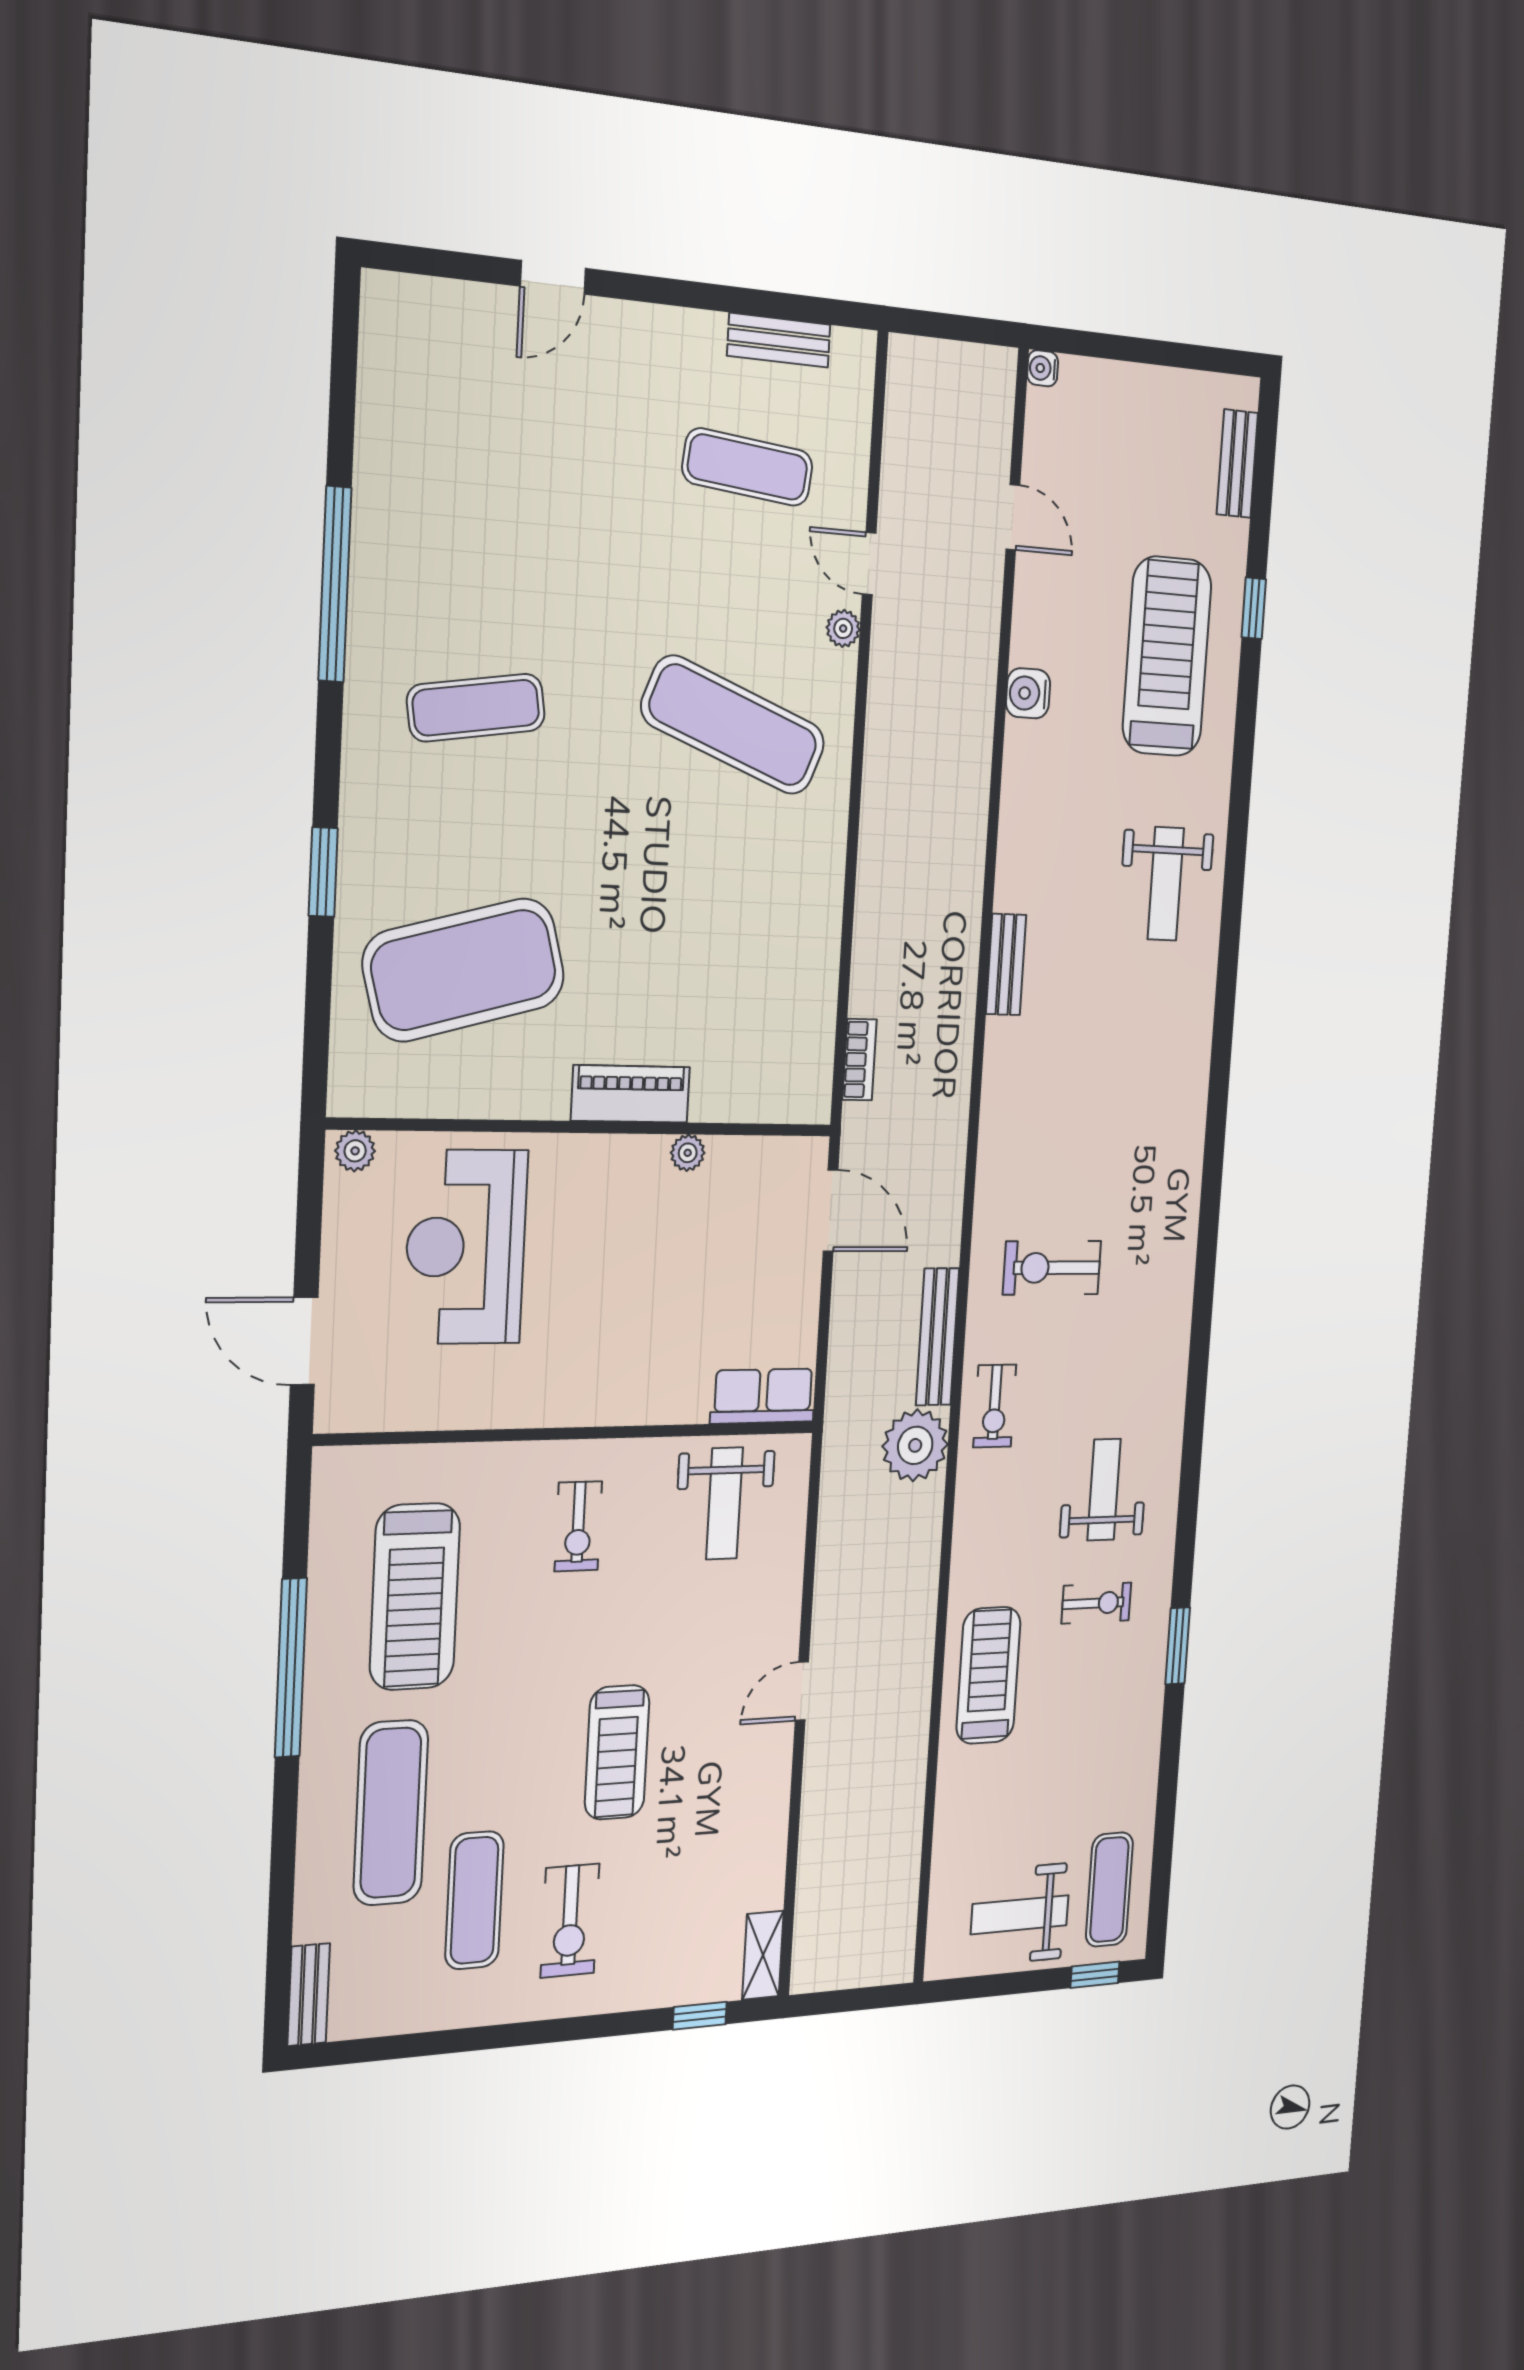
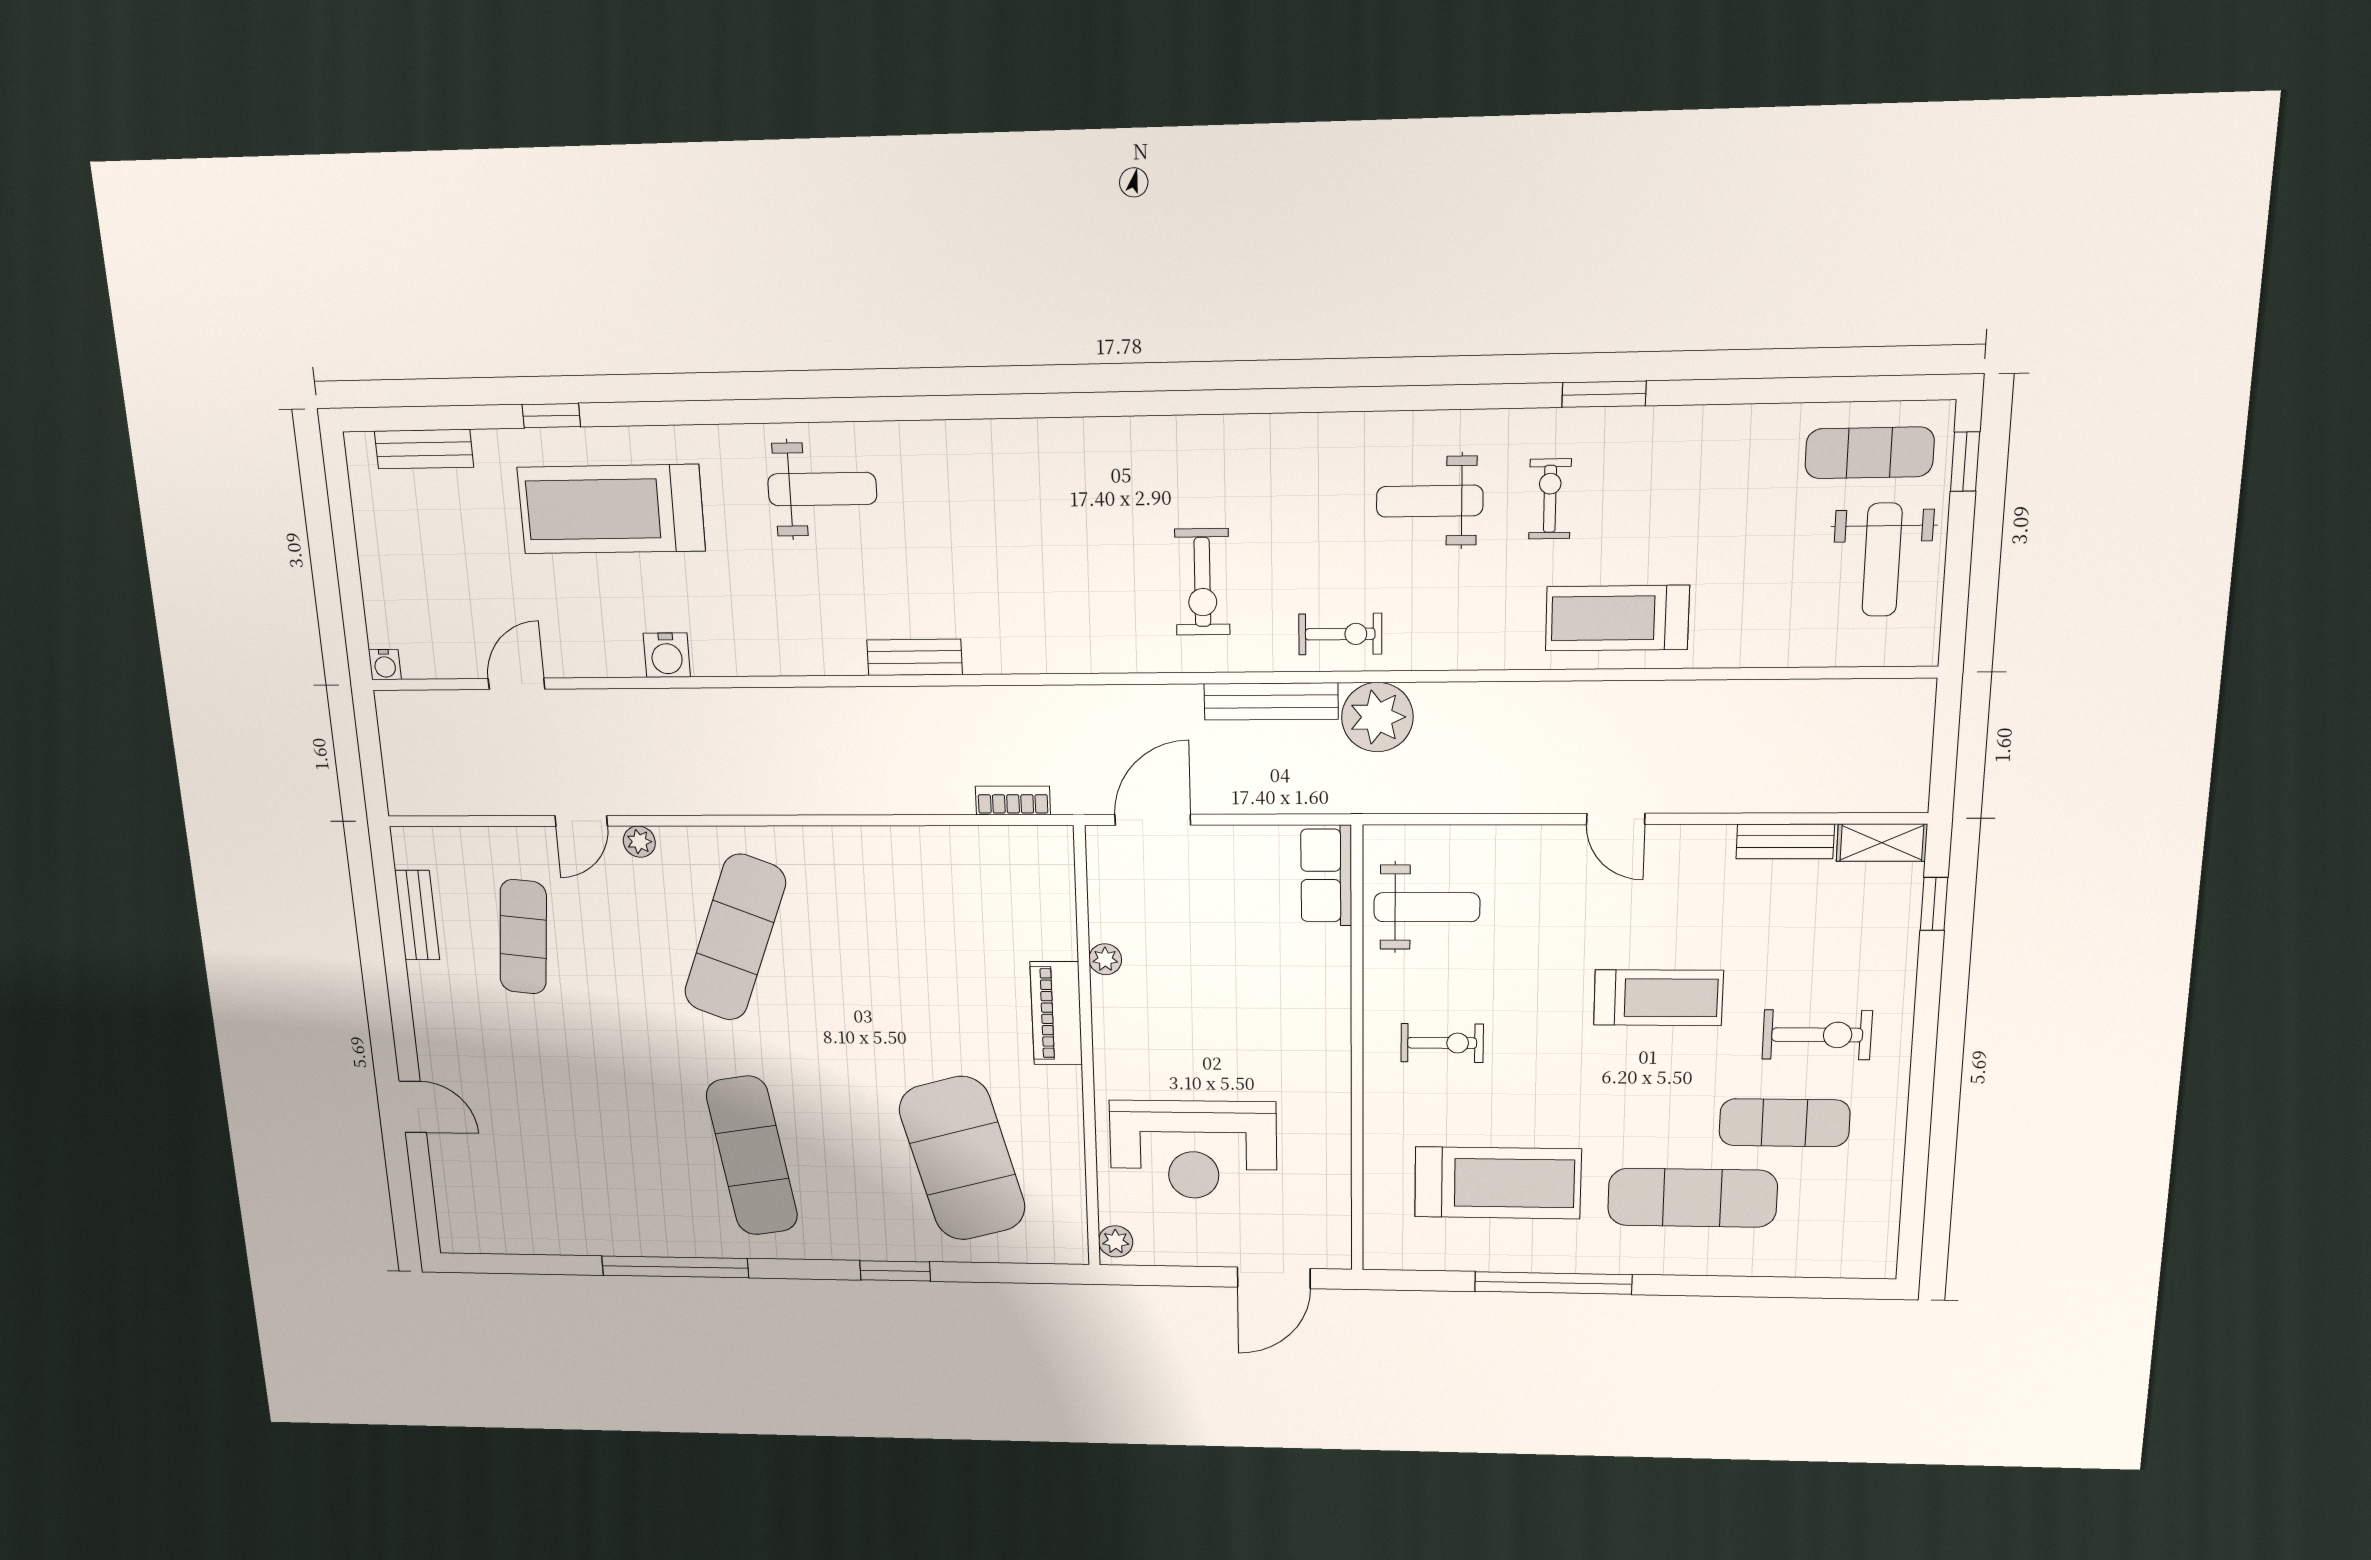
exercise mat: (476, 708) -> (752, 1156), width x1.36, depth x1.45
bench: (309, 1995) -> (1785, 841), moved

